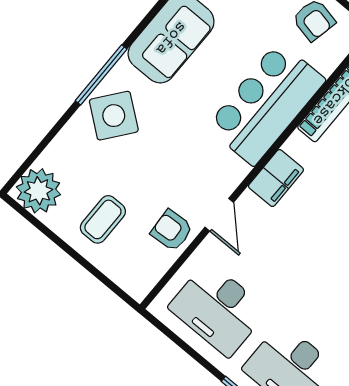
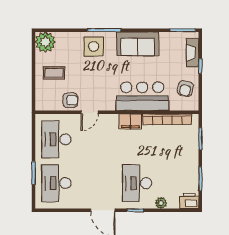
side table: (114, 116) -> (94, 46), turned -38
filing cabinet: (276, 178) -> (130, 121), moved
armchair: (172, 230) -> (70, 100), turned 94

